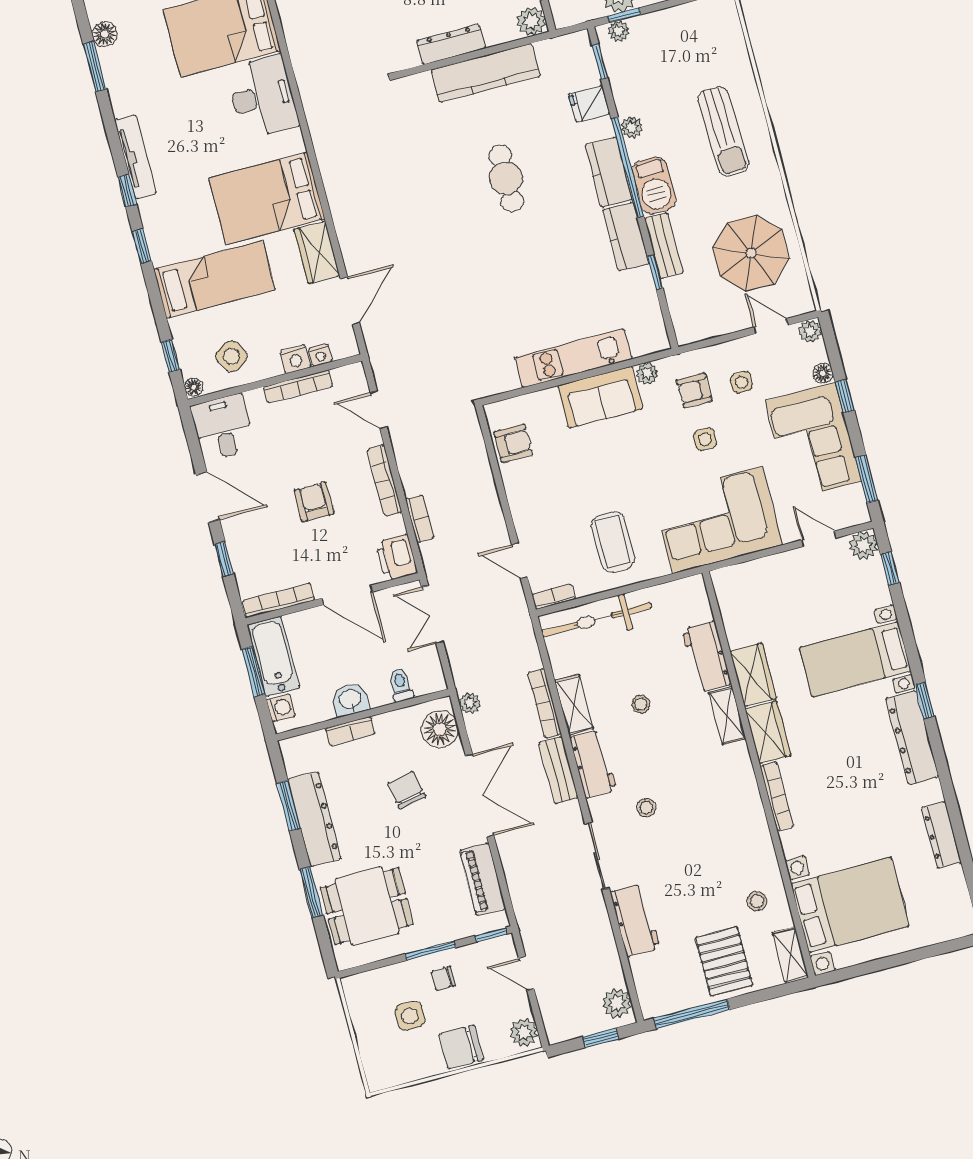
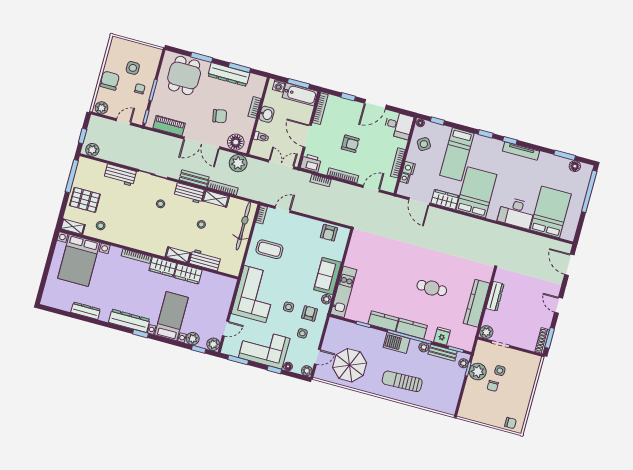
bench: (664, 246) -> (443, 353), moved
kitchen unit: (573, 358) -> (344, 292), moved
plant: (876, 592) -> (193, 339), added
door: (347, 595) -> (307, 136), hinge flipped
plant: (470, 703) -> (238, 163), width x1.88, depth x1.88

